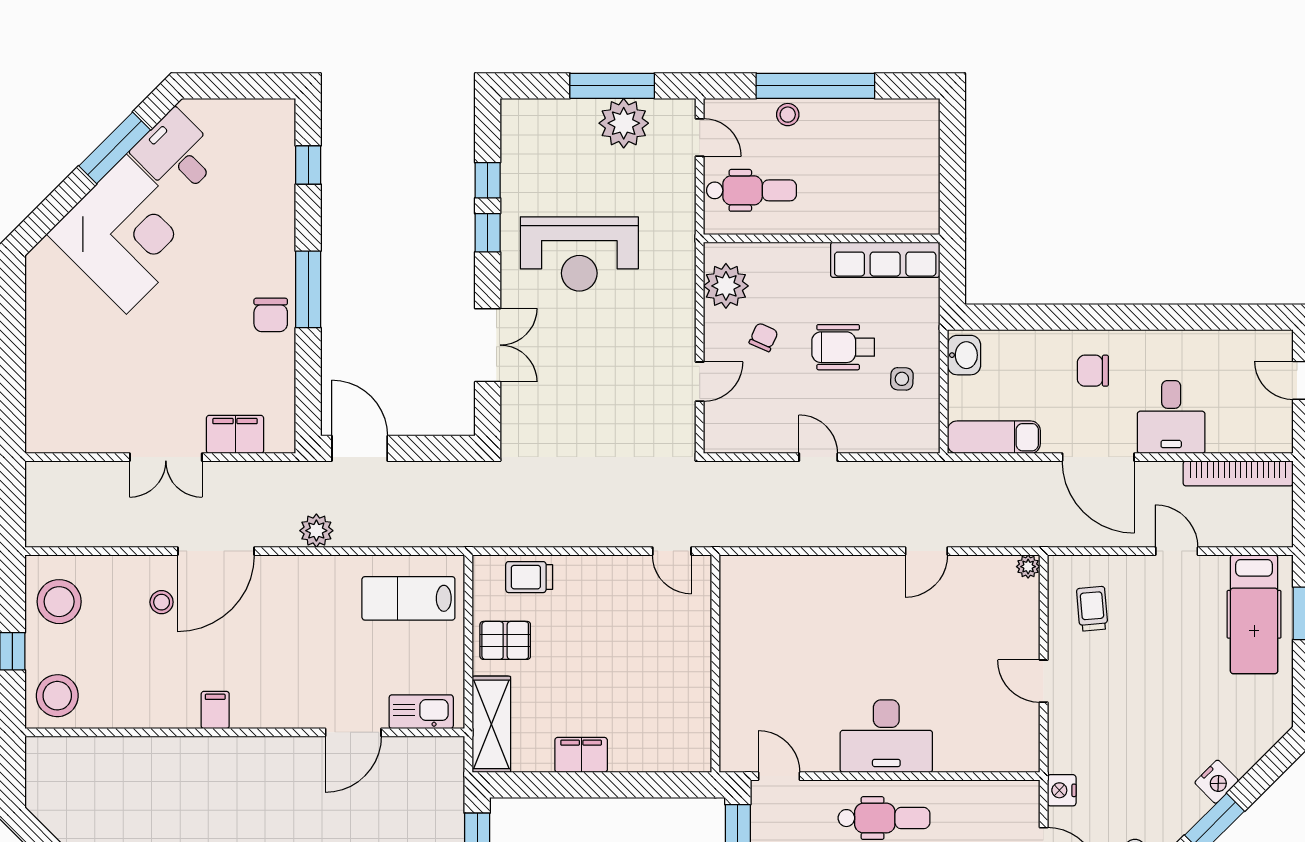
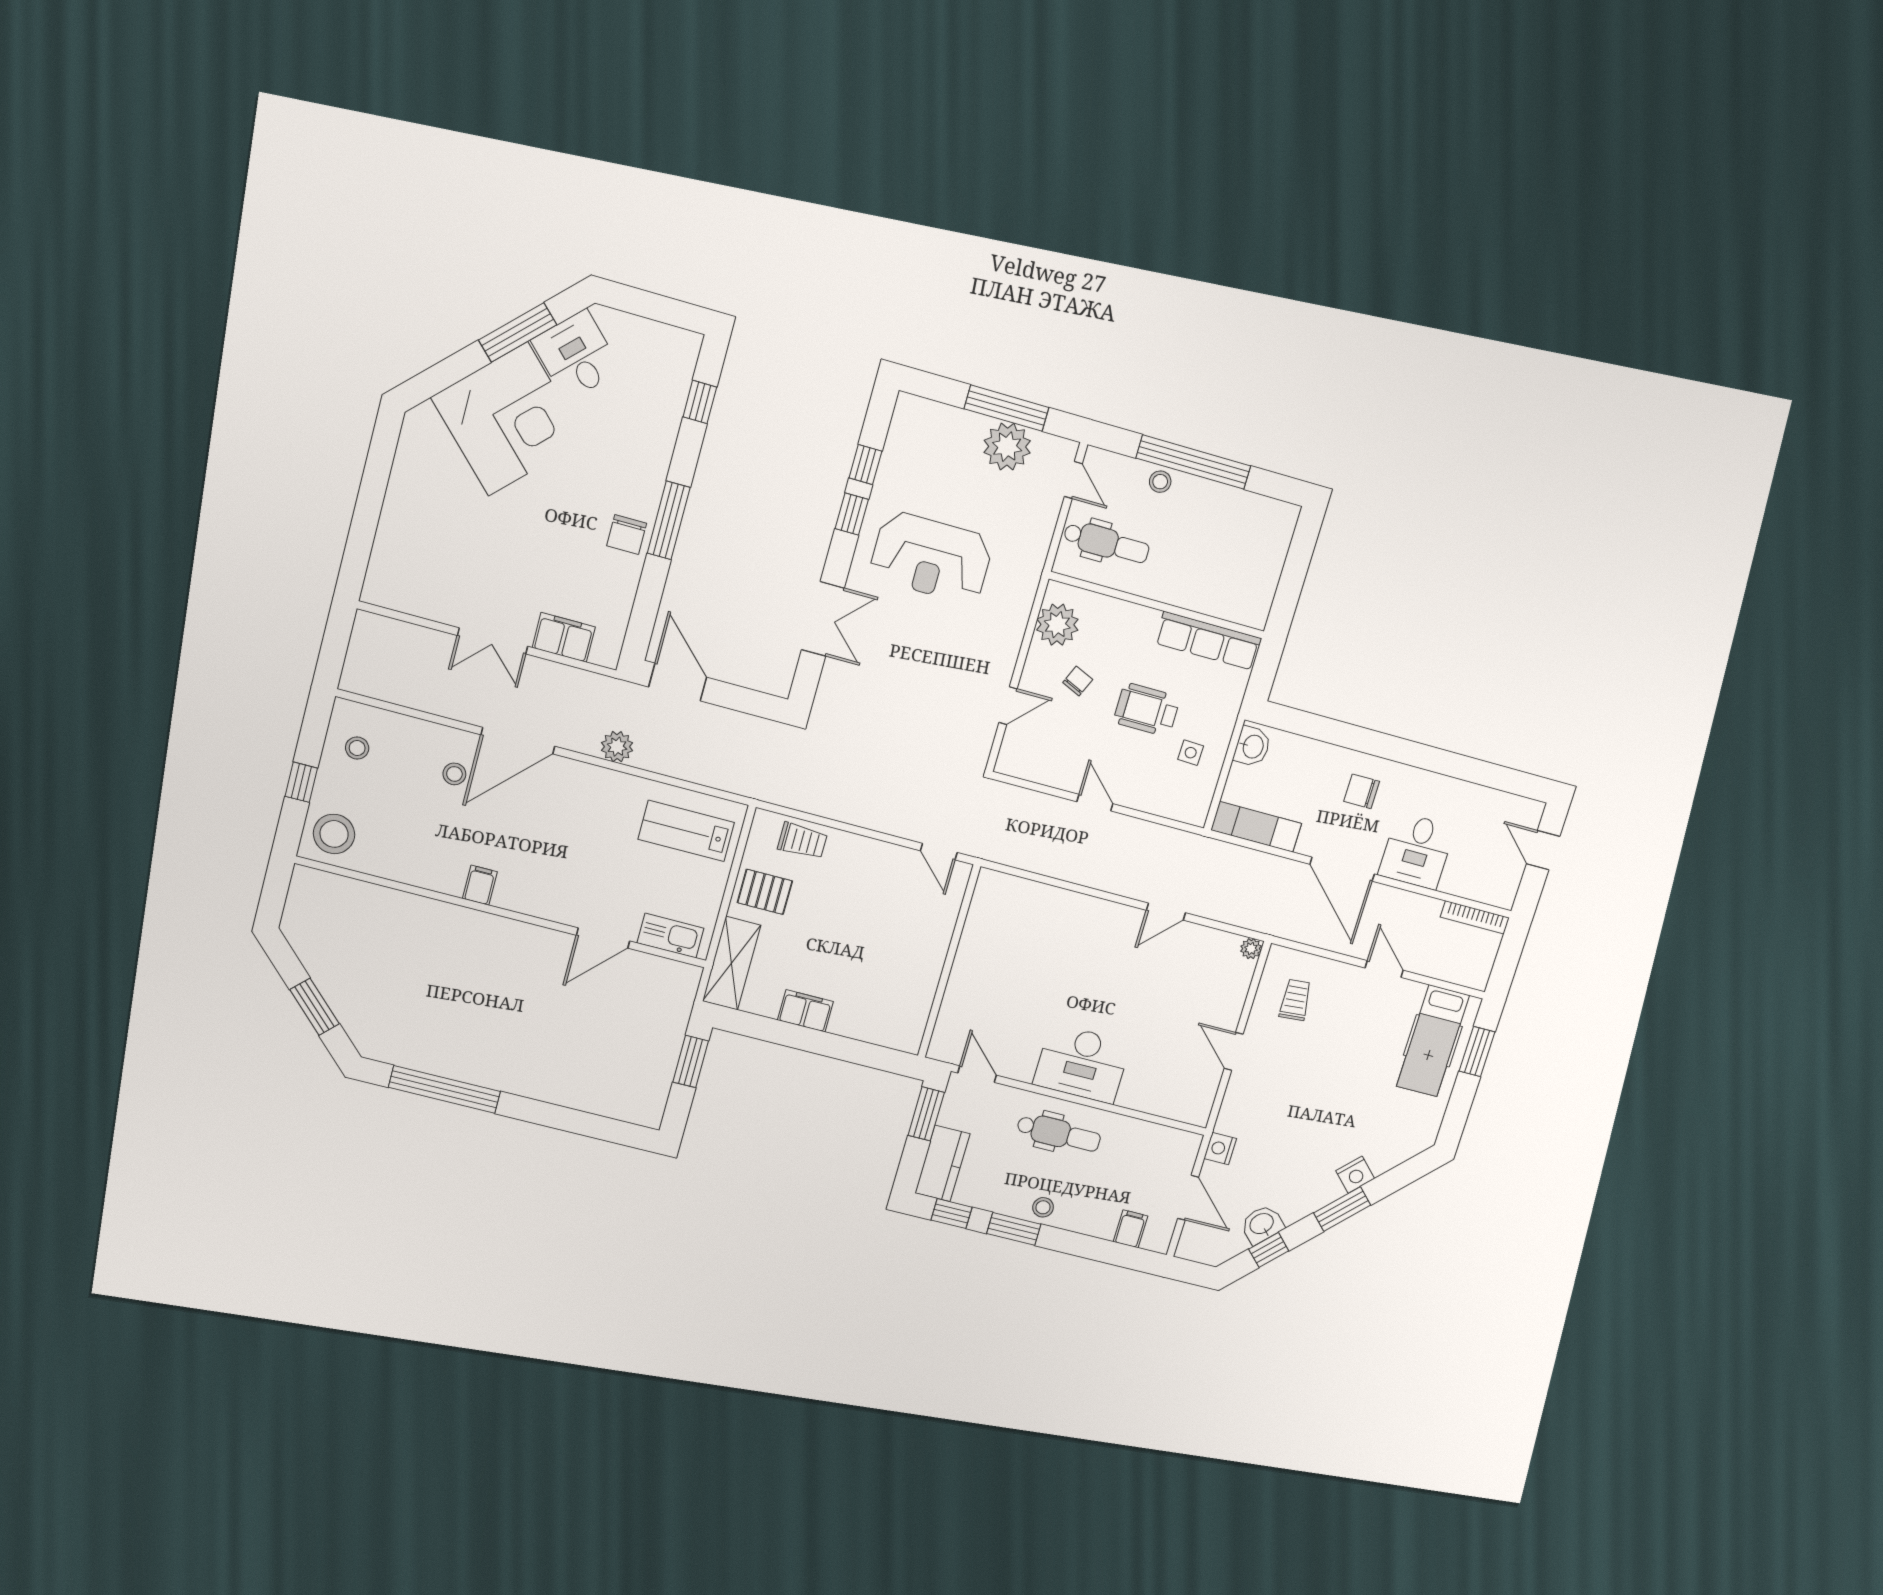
bookcase: (1238, 473) -> (1475, 917), width x0.68, depth x0.76
trolley: (529, 577) -> (802, 841), turned 180
stool: (59, 602) -> (357, 748), width x0.53, depth x0.53

